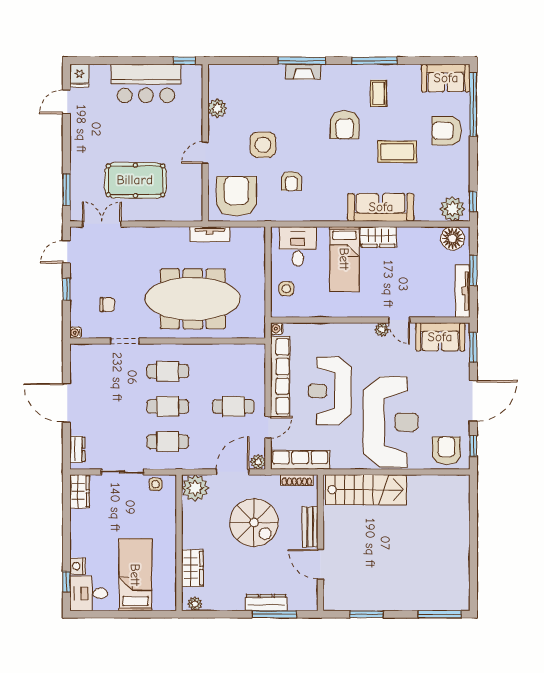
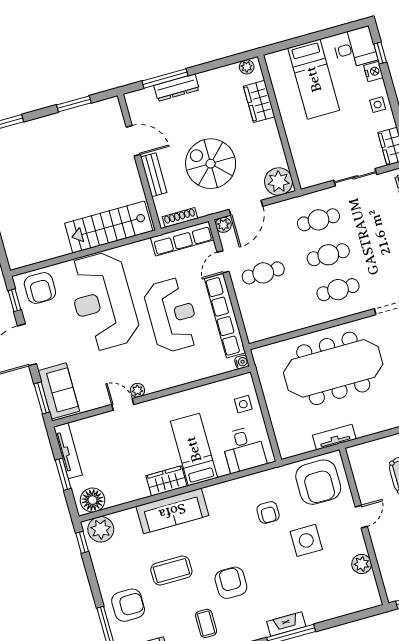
armchair: (291, 181) -> (268, 513), turned 180
sofa: (440, 337) -> (59, 391), moved, turned 90
side table: (156, 484) -> (378, 105), moved

